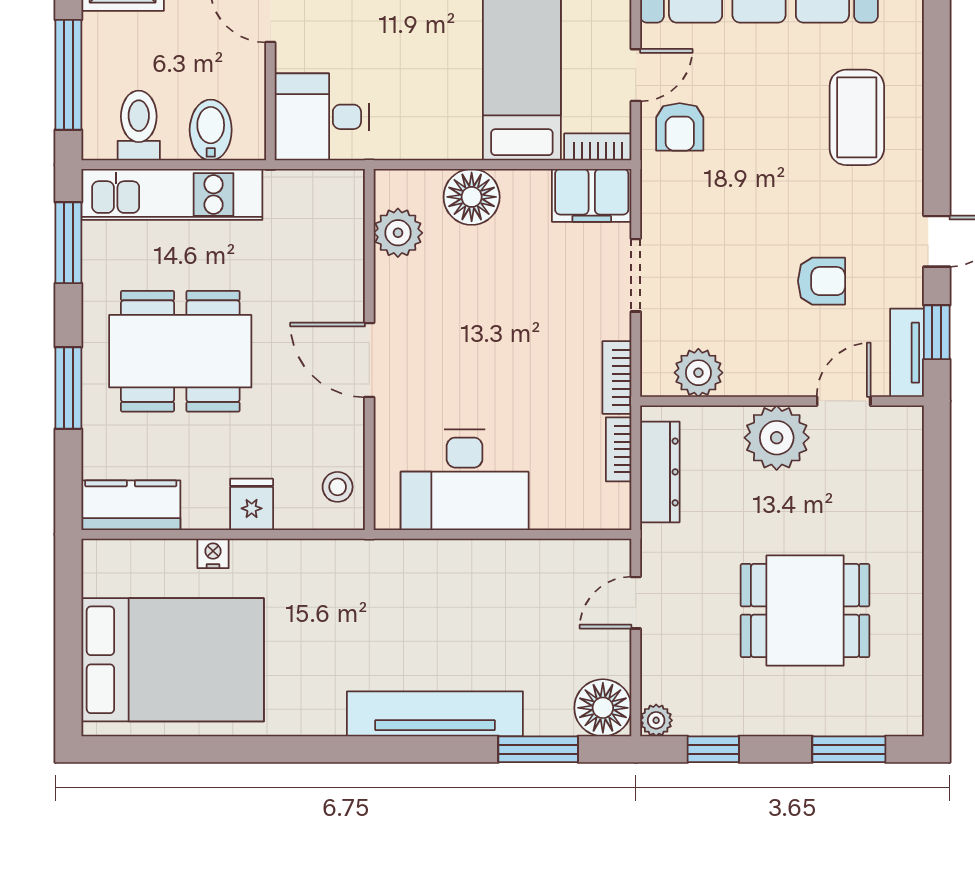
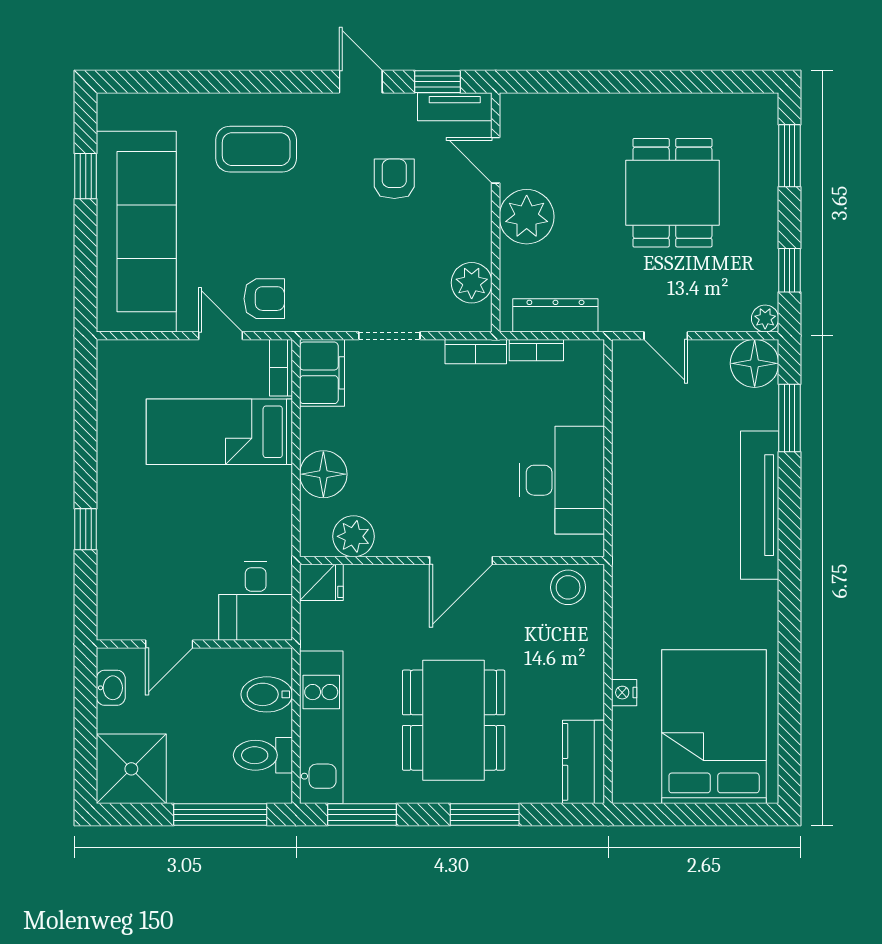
stool: (338, 487) -> (568, 587), width x1.37, depth x1.37
fridge: (252, 504) -> (321, 582), moved, turned 180

